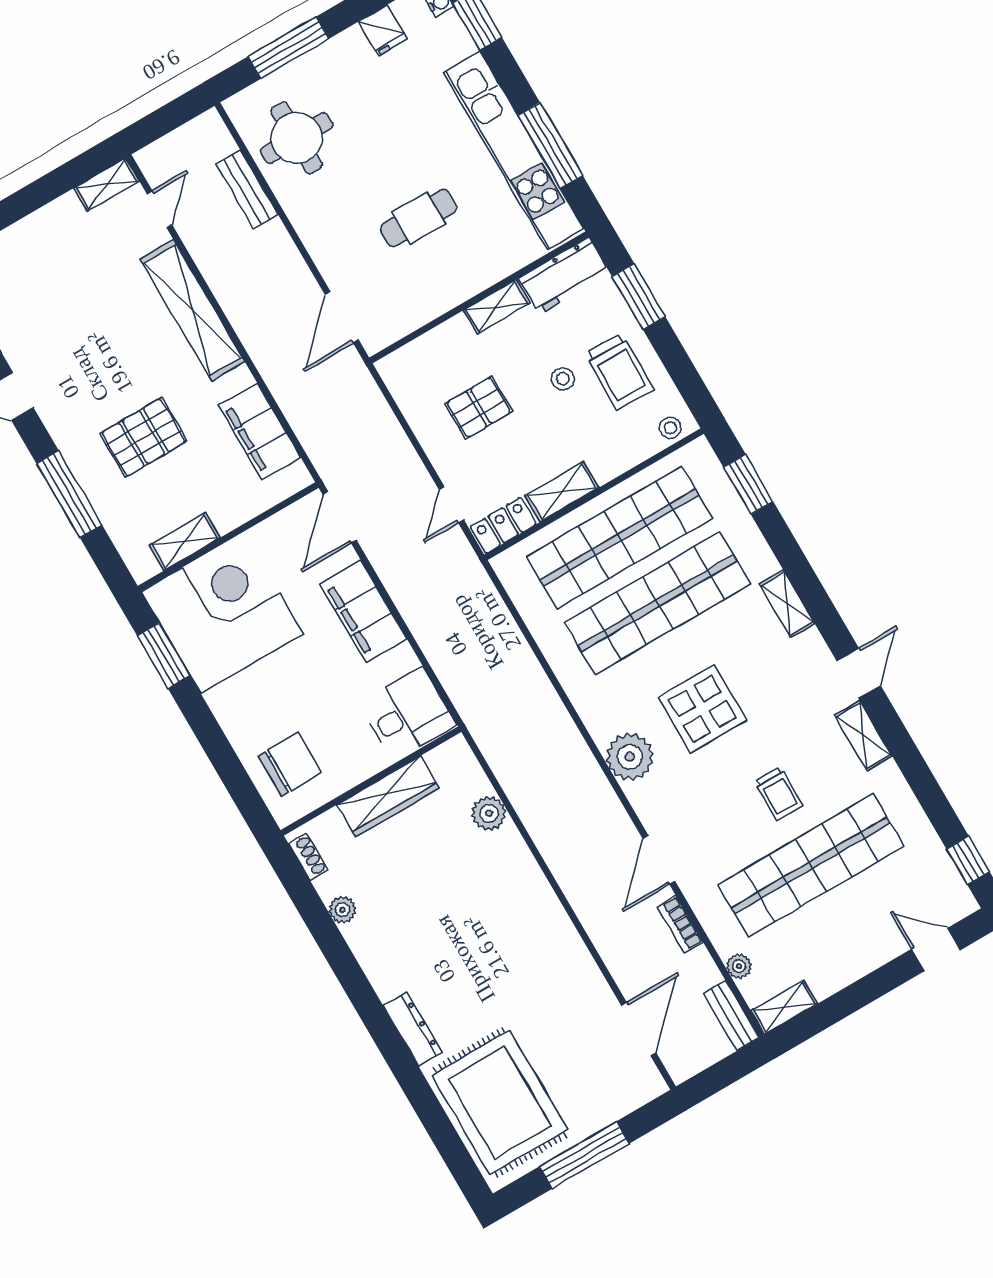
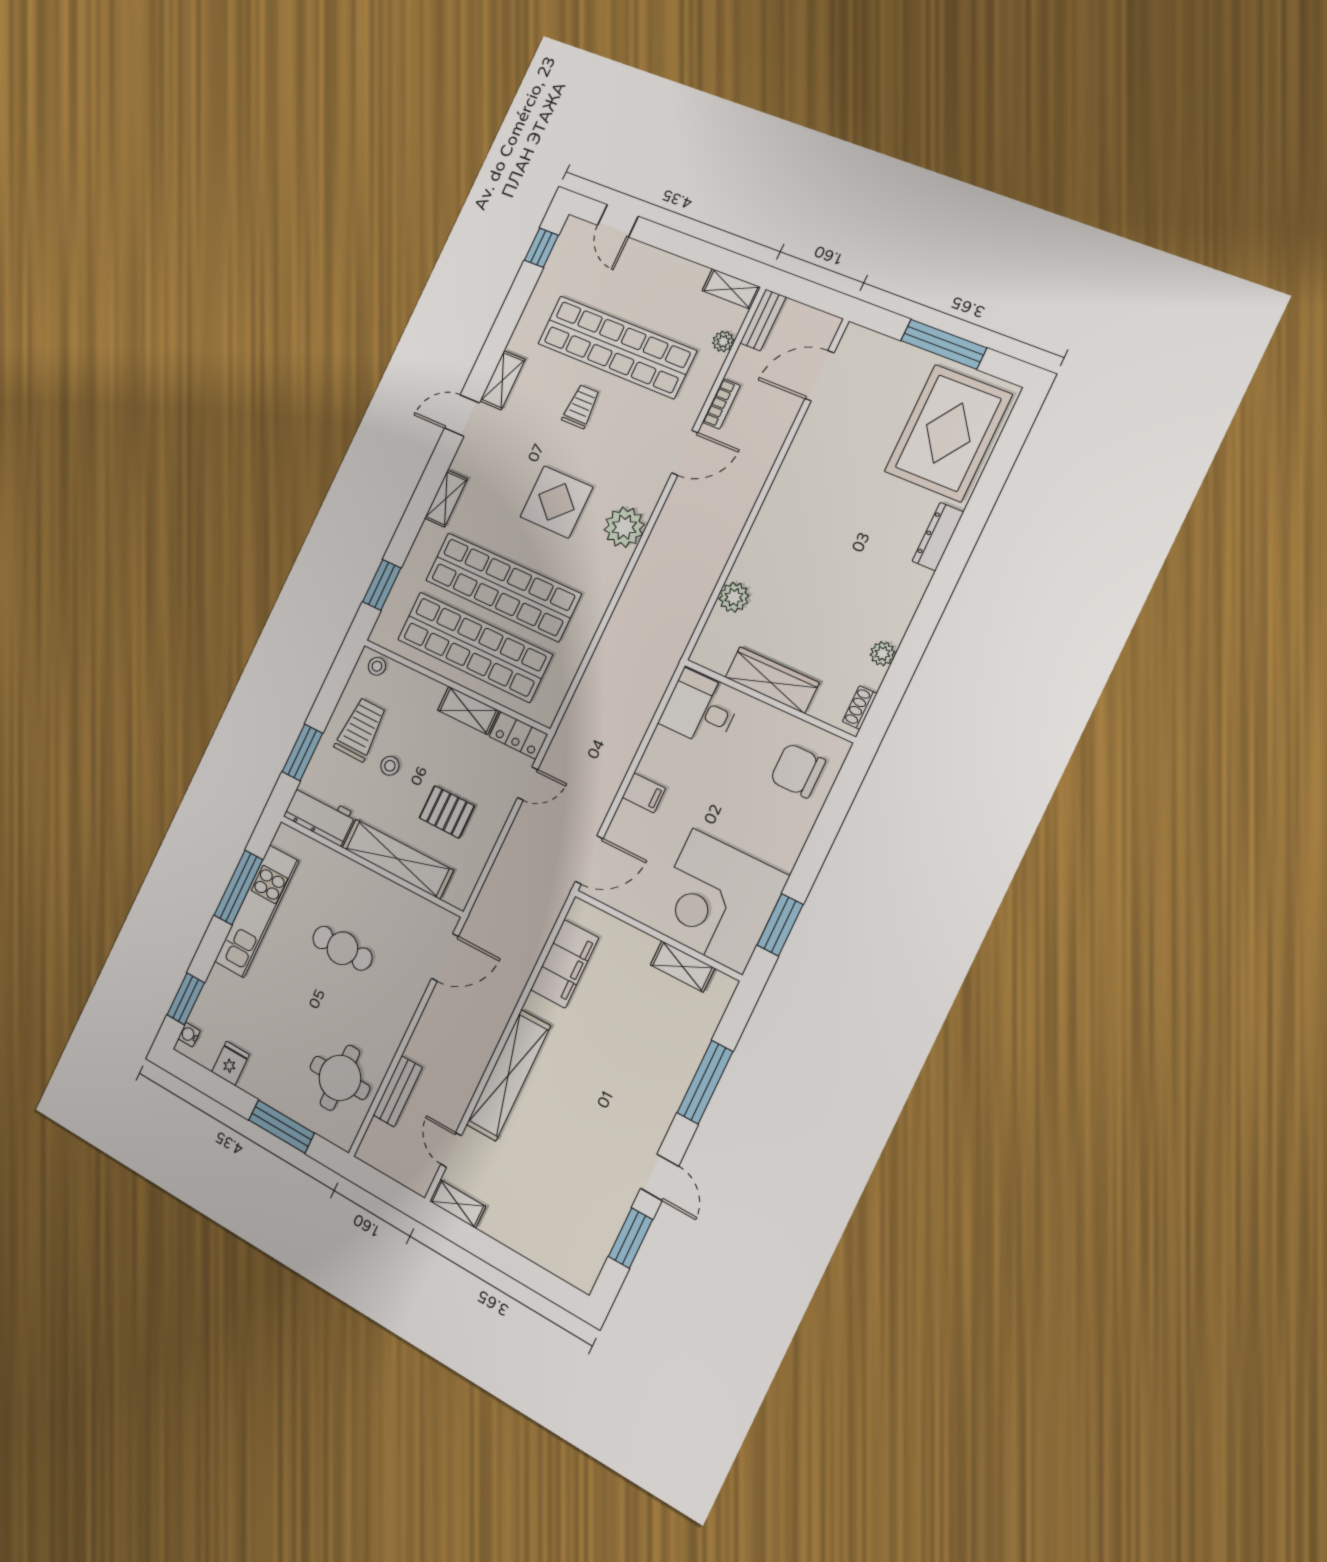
kitchen unit: (514, 150) -> (257, 911), width x0.73
door: (160, 209) -> (451, 1150), hinge flipped
shelving: (497, 307) -> (397, 859), width x2.20, depth x1.33
pallet: (144, 437) -> (625, 1051), removed
filing cabinet: (364, 612) -> (644, 793), width x0.33, depth x0.86

